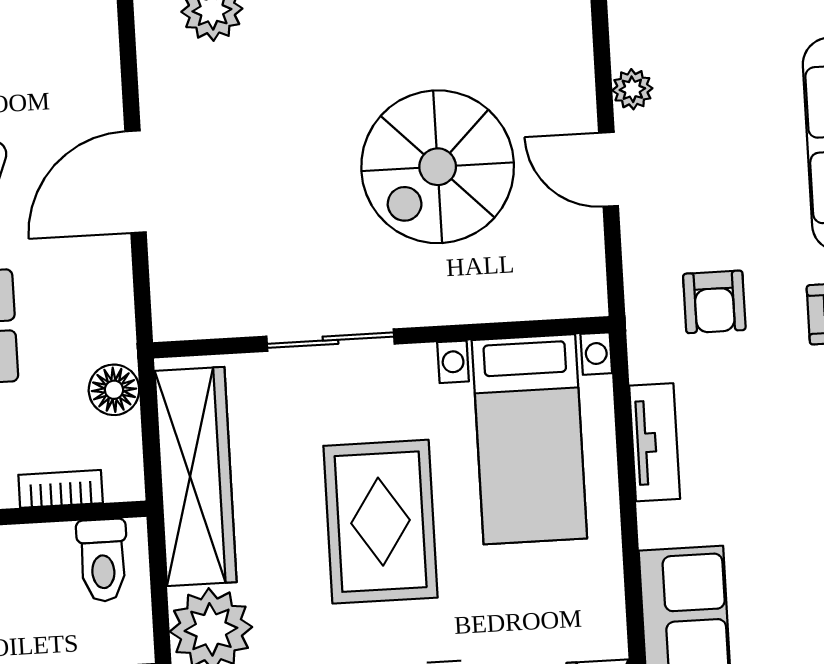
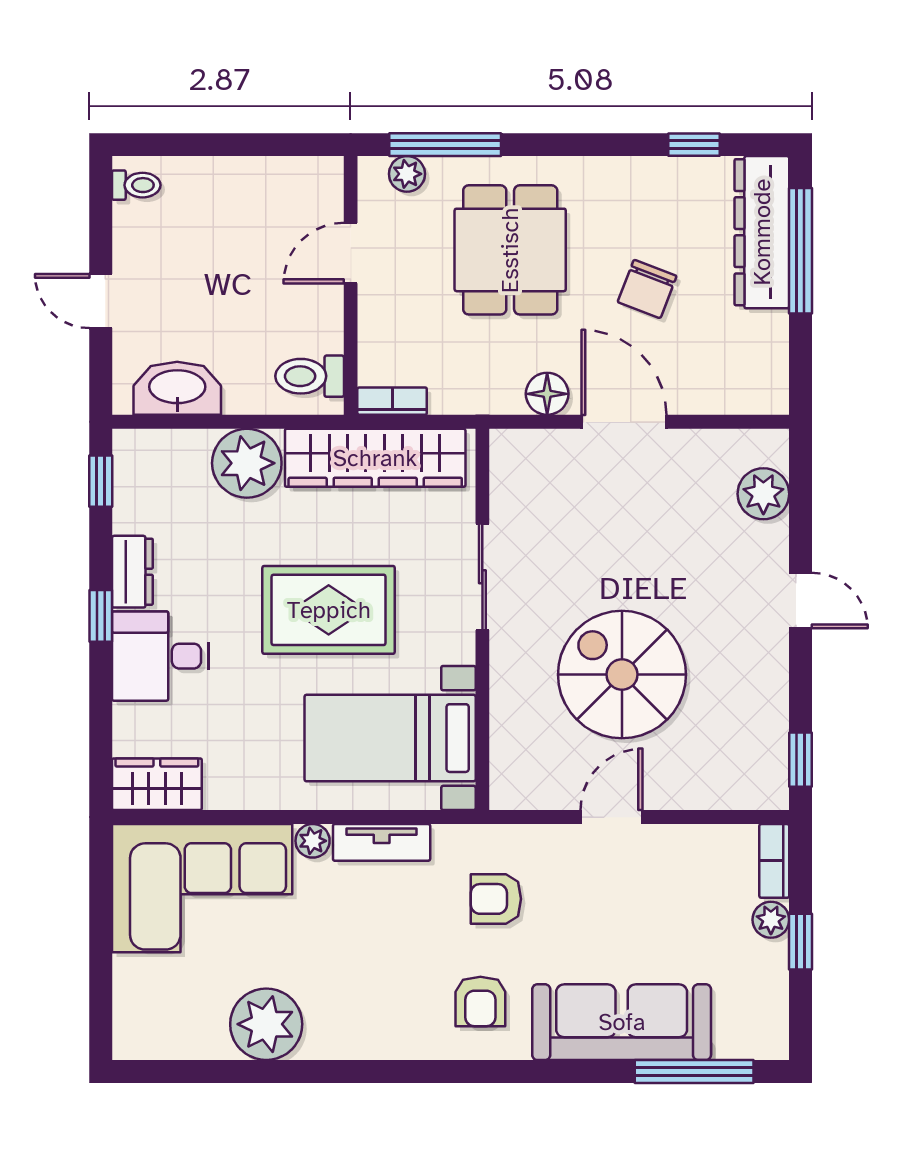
plant: (632, 89) -> (313, 841), moved
floor lamp: (114, 390) -> (547, 394), moved
bookcase: (61, 489) -> (392, 401), moved, turned -90

